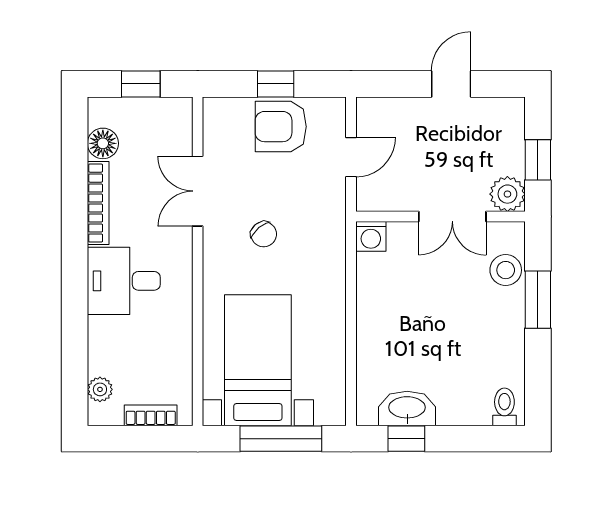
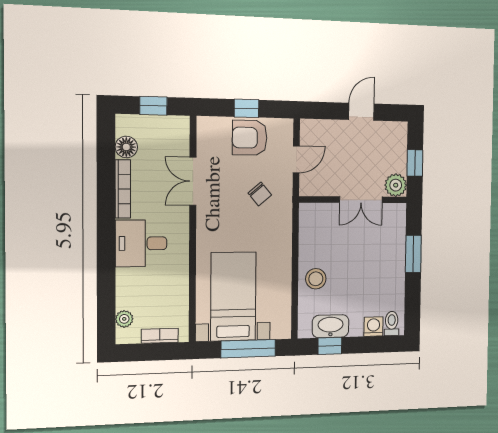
chair: (264, 234) -> (260, 194), moved
washing machine: (371, 236) -> (374, 327), moved, turned 180
stool: (506, 270) -> (316, 279), moved

